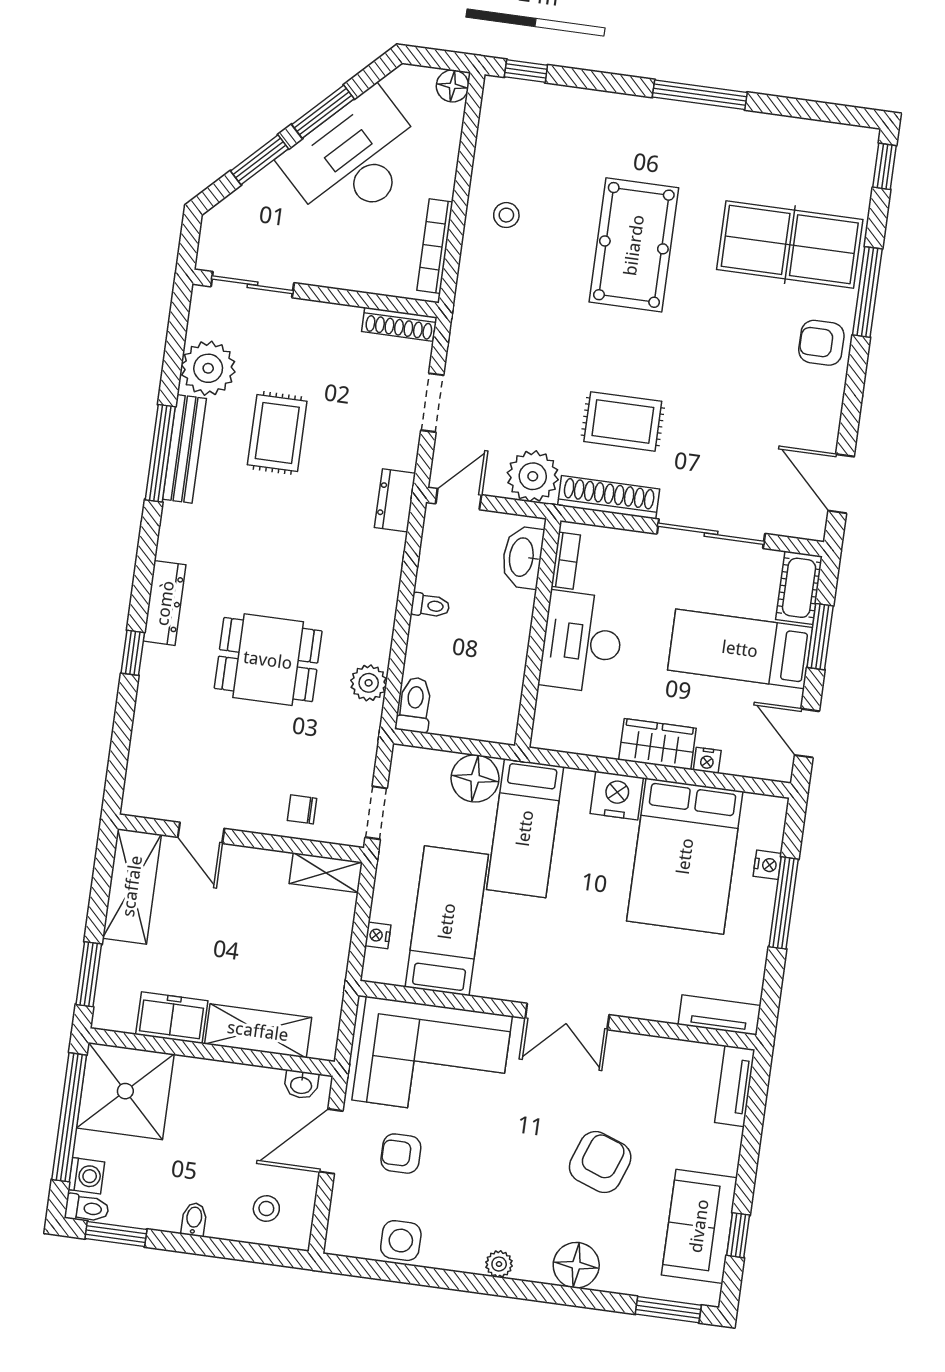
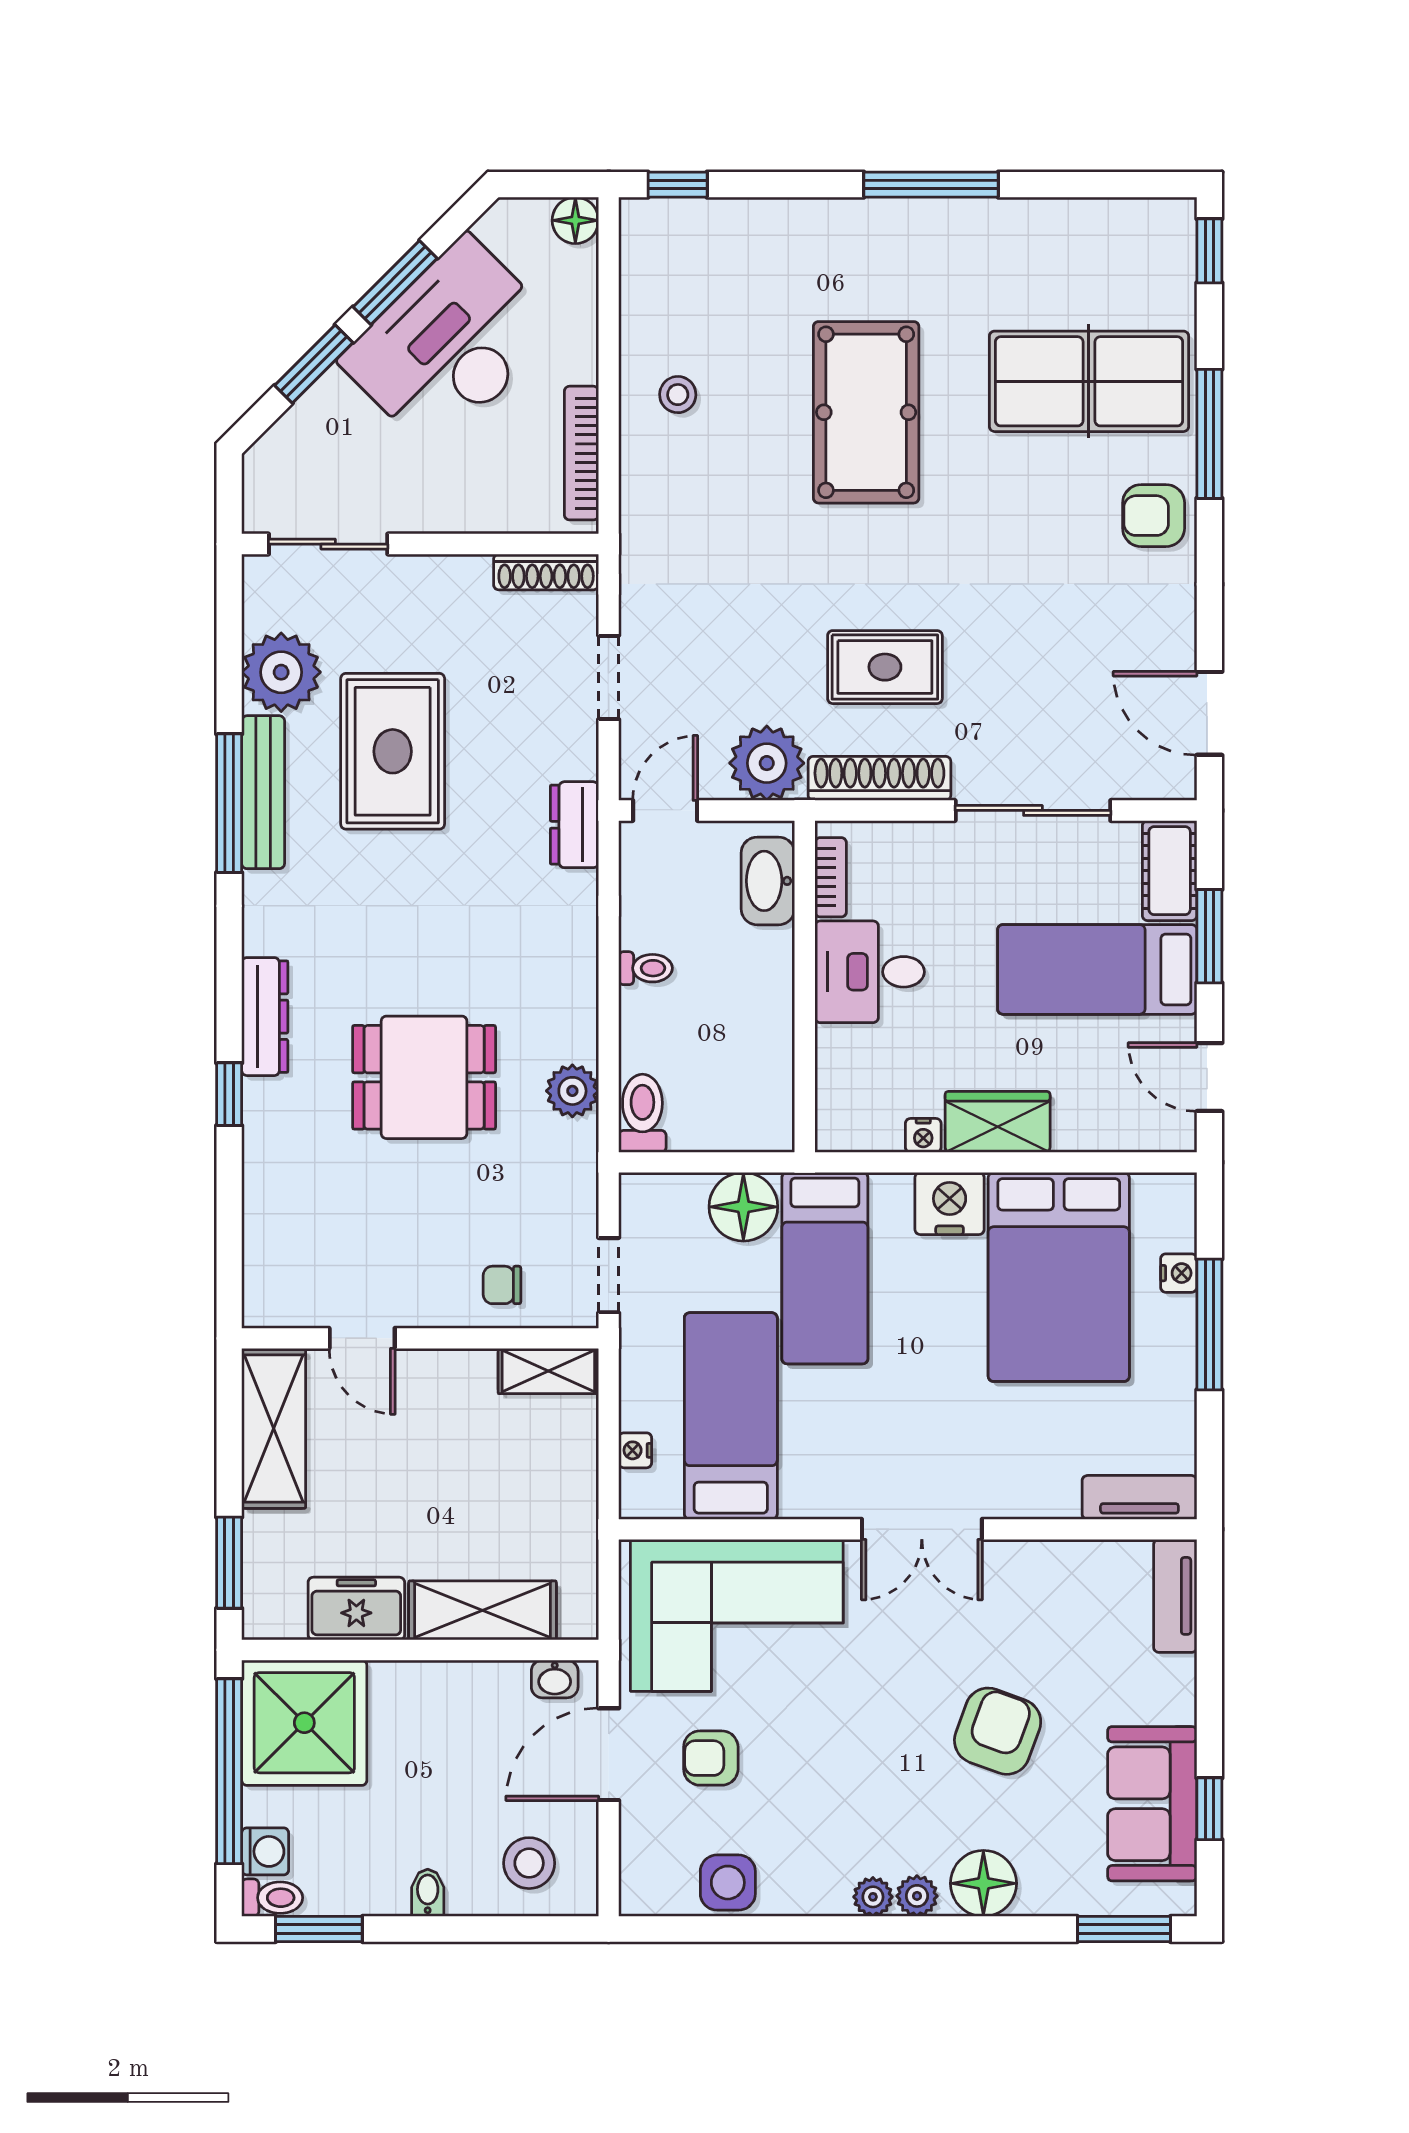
rug: (277, 433) -> (393, 751), width x1.36, depth x1.43
desk: (582, 642) -> (870, 972), width x0.73
nightstand: (707, 760) -> (923, 1135), moved
stool: (266, 1209) -> (529, 1863), width x1.37, depth x1.37
plant: (529, 1268) -> (917, 1896), added

